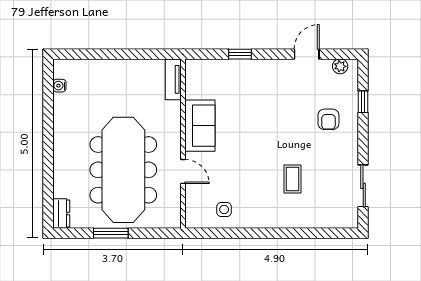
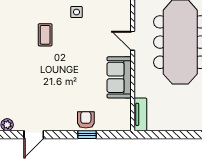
armchair: (328, 119) -> (86, 120), moved
side table: (224, 210) -> (76, 12), moved

